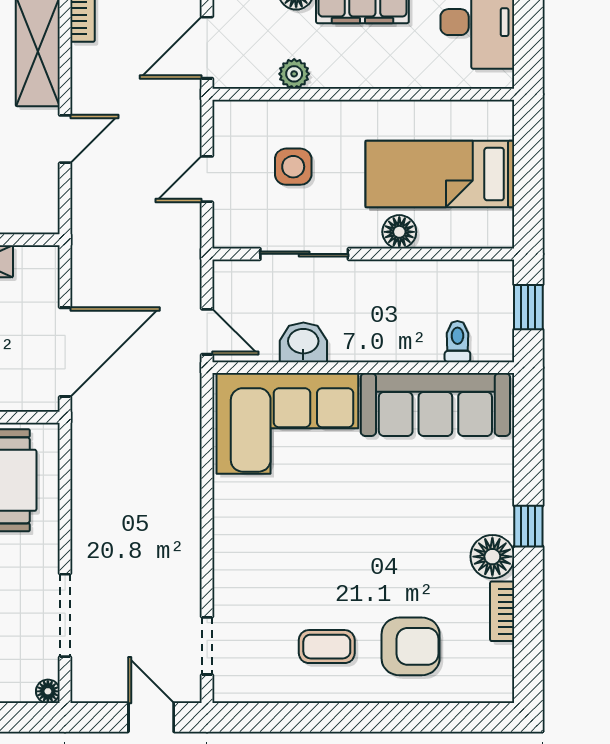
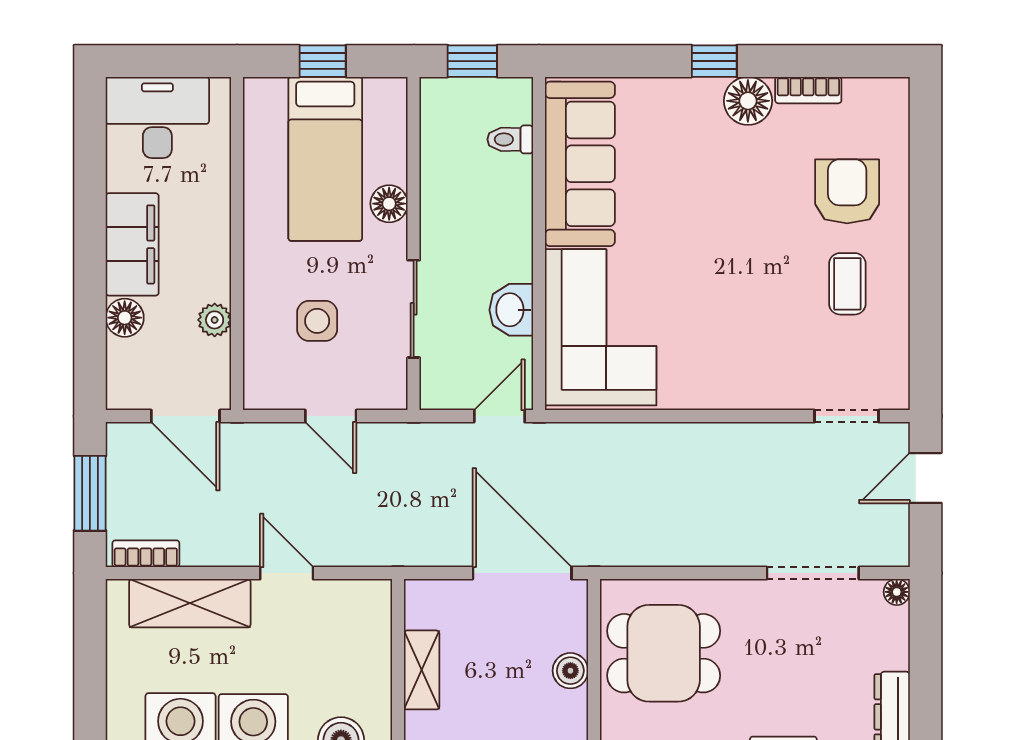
window: (528, 172) -> (323, 61), added

